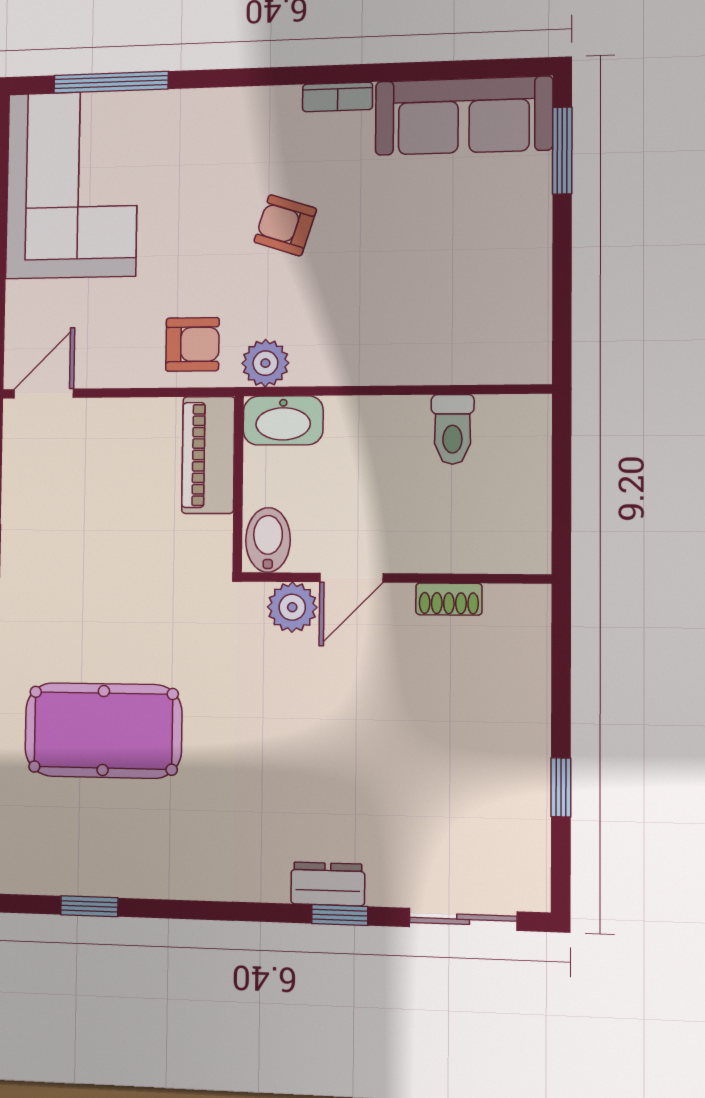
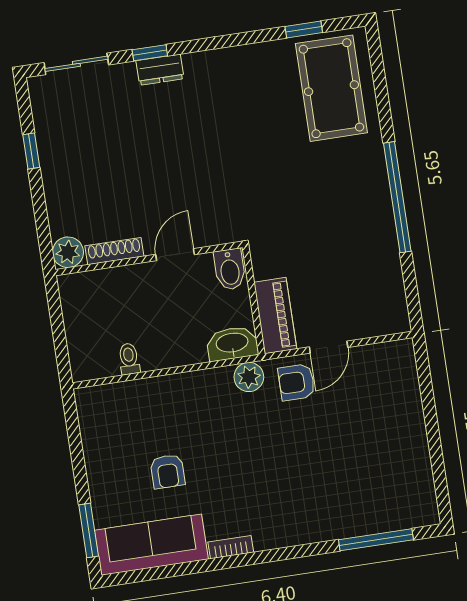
corner sofa: (72, 185) -> (390, 472), removed
armchair: (285, 225) -> (168, 471), moved, turned 72
door: (44, 393) -> (329, 347), moved
toilet: (452, 429) -> (129, 359), width x0.73, depth x0.72
shoe rack: (449, 599) -> (114, 251), width x1.43
plant: (292, 607) -> (68, 252), moved
pool table: (103, 730) -> (331, 88), moved, turned 90

